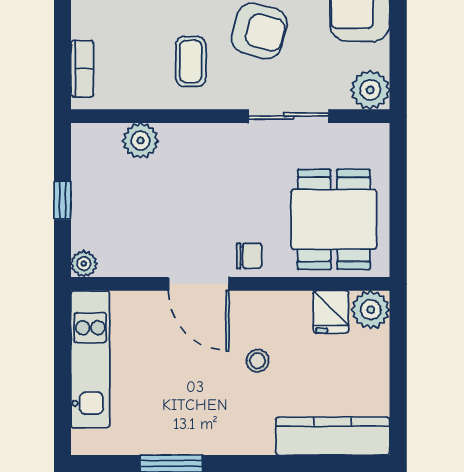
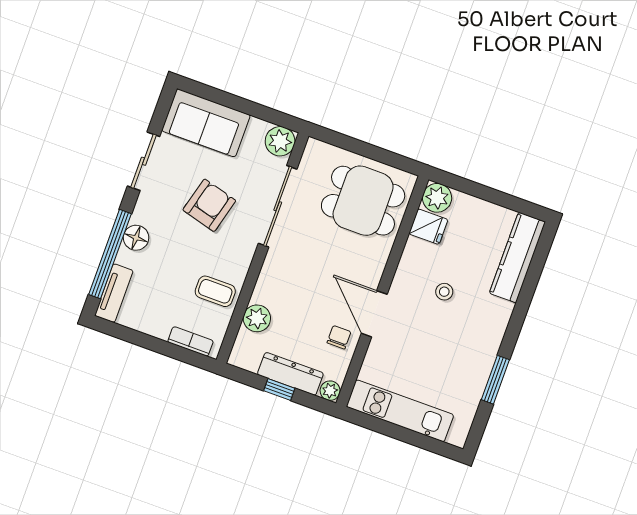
coffee table: (191, 61) -> (215, 291), moved
sliding door: (289, 116) -> (278, 206), width x1.37
dresser: (87, 207) -> (290, 374), added
chair: (249, 256) -> (339, 337), moved
door: (199, 284) -> (374, 314), swing flipped

